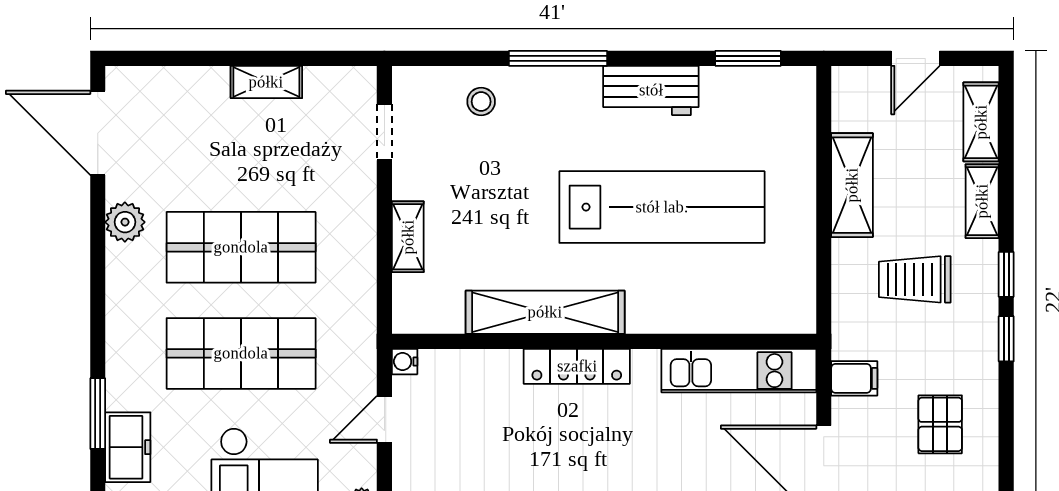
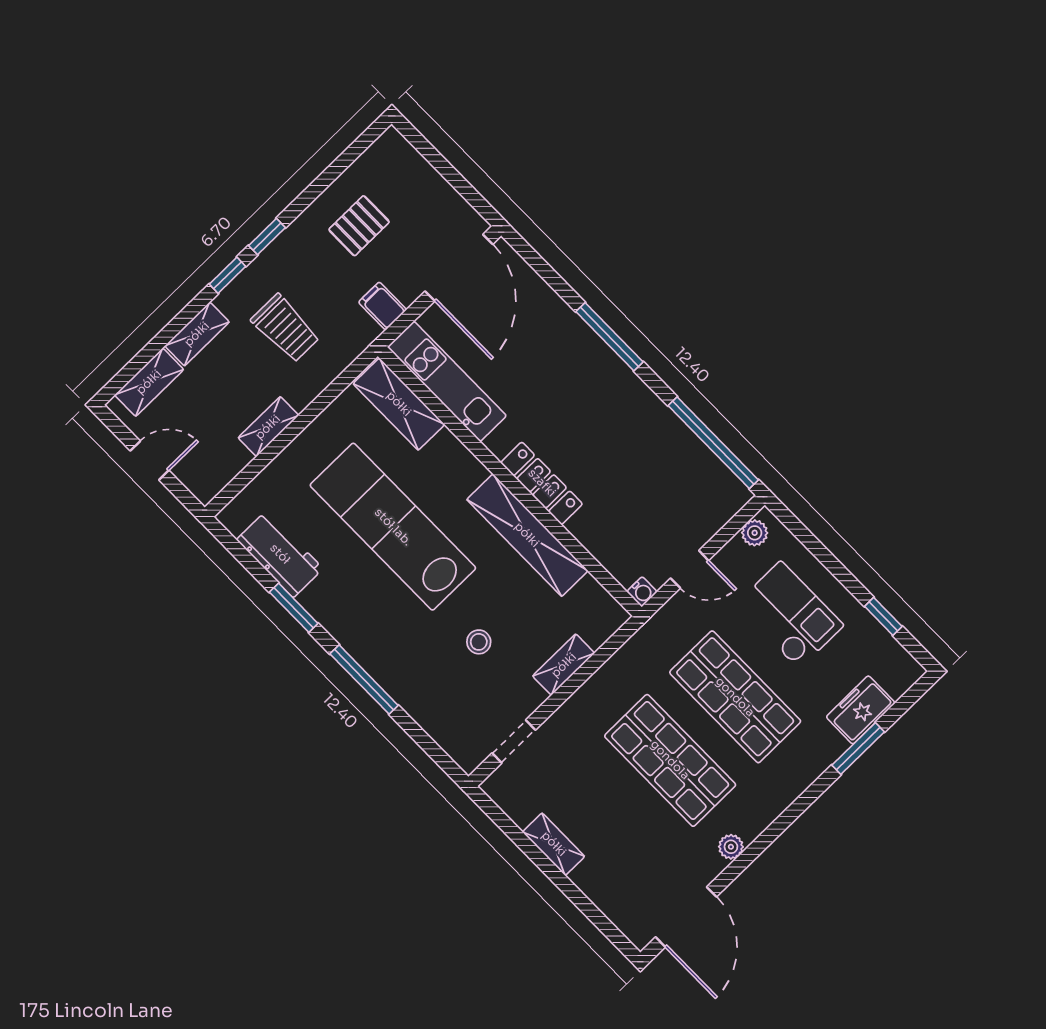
window: (748, 58) -> (294, 608), moved
workbench: (651, 90) -> (280, 554), moved
stool: (481, 102) -> (479, 642), moved
shelving: (852, 185) -> (268, 427), width x0.67, depth x0.75
plant: (125, 222) -> (731, 847), width x0.73, depth x0.73
shelving: (759, 312) -> (399, 404), added

